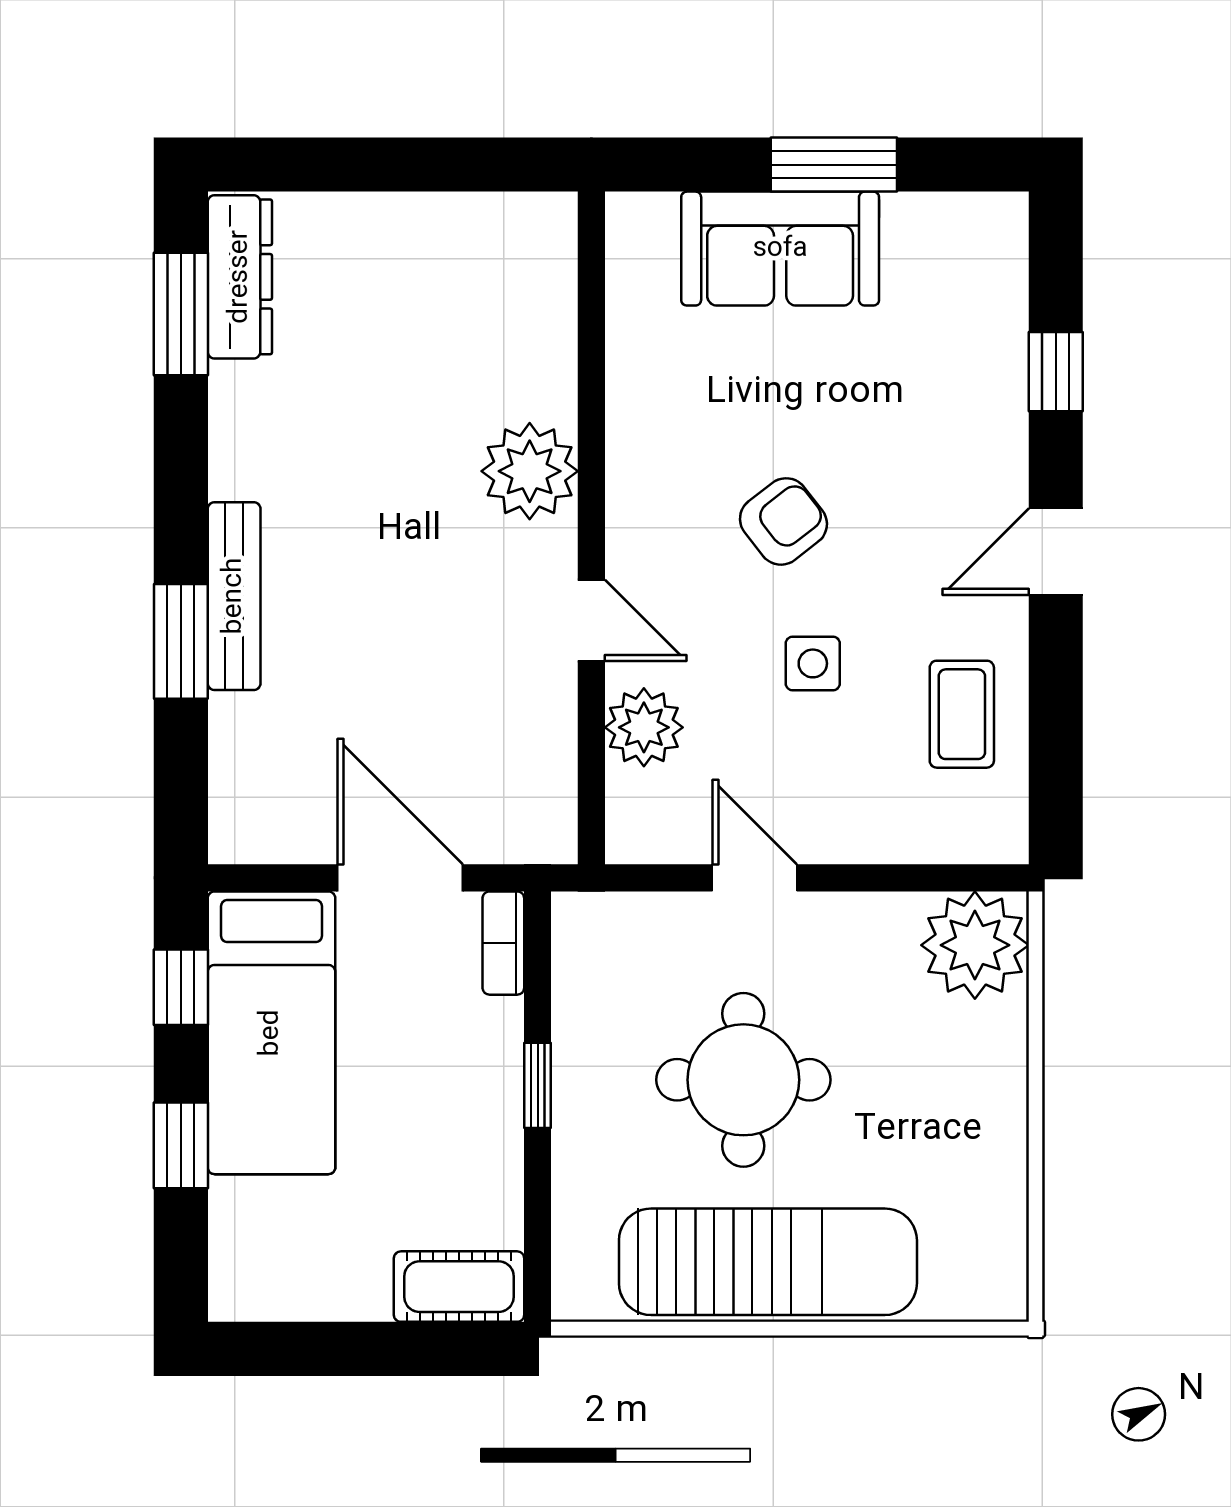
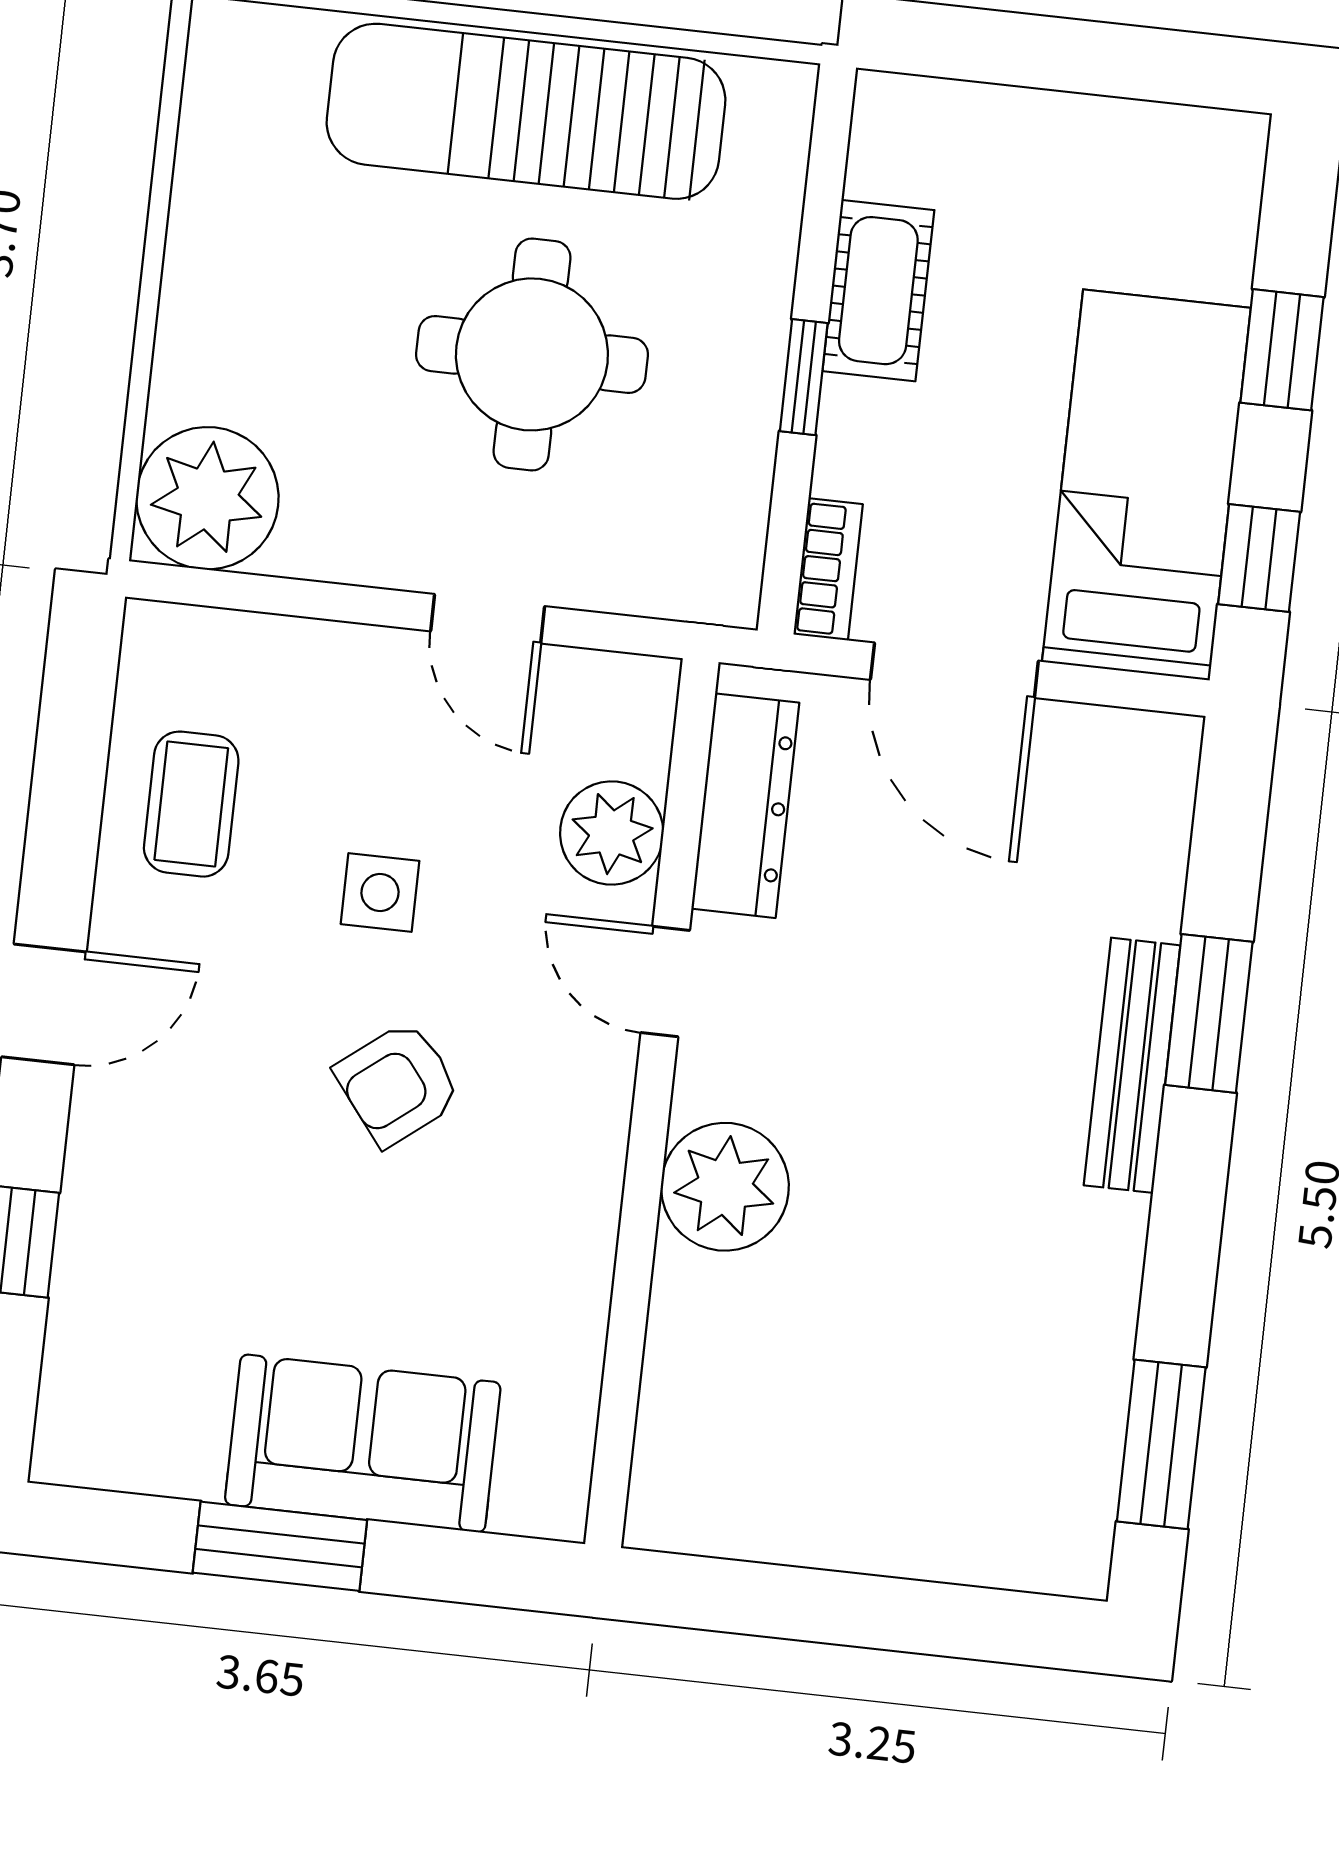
dresser: (240, 277) -> (745, 806), moved, turned 180
cot: (459, 1287) -> (878, 291), moved, turned 90

